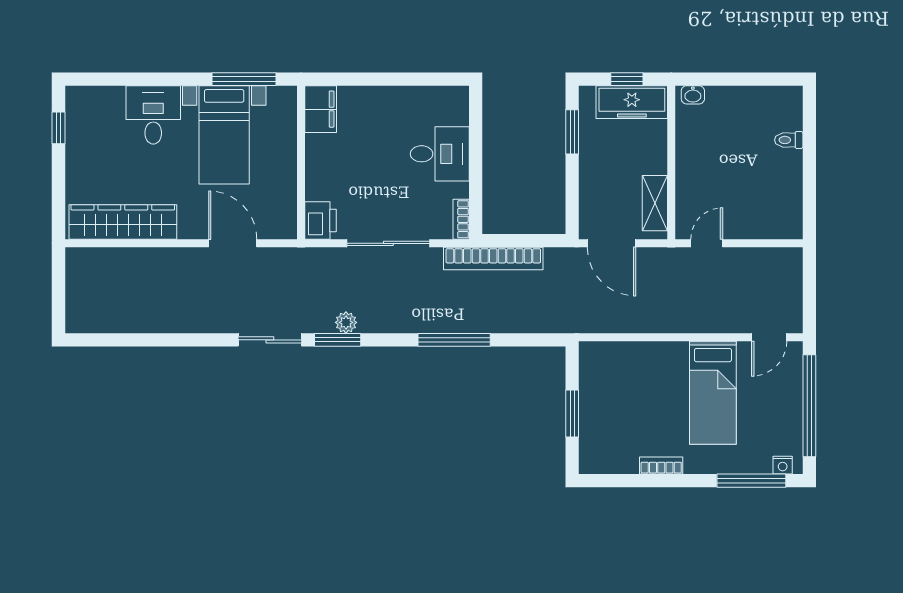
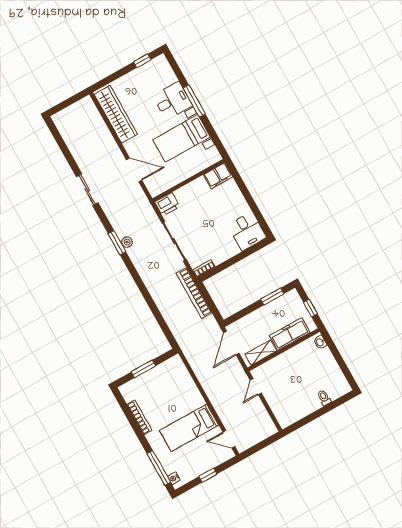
window: (244, 79) -> (194, 101), moved
freezer: (632, 102) -> (290, 334), moved, turned 90
desk: (440, 154) -> (247, 231), moved
door: (233, 243) -> (134, 170), hinge flipped
door: (707, 243) -> (256, 387), swing flipped
sliding door: (270, 340) -> (87, 190), moved
window: (454, 340) -> (147, 296), removed
window: (809, 406) -> (208, 475), width x0.32
bookcase: (661, 465) -> (139, 417), width x1.56

